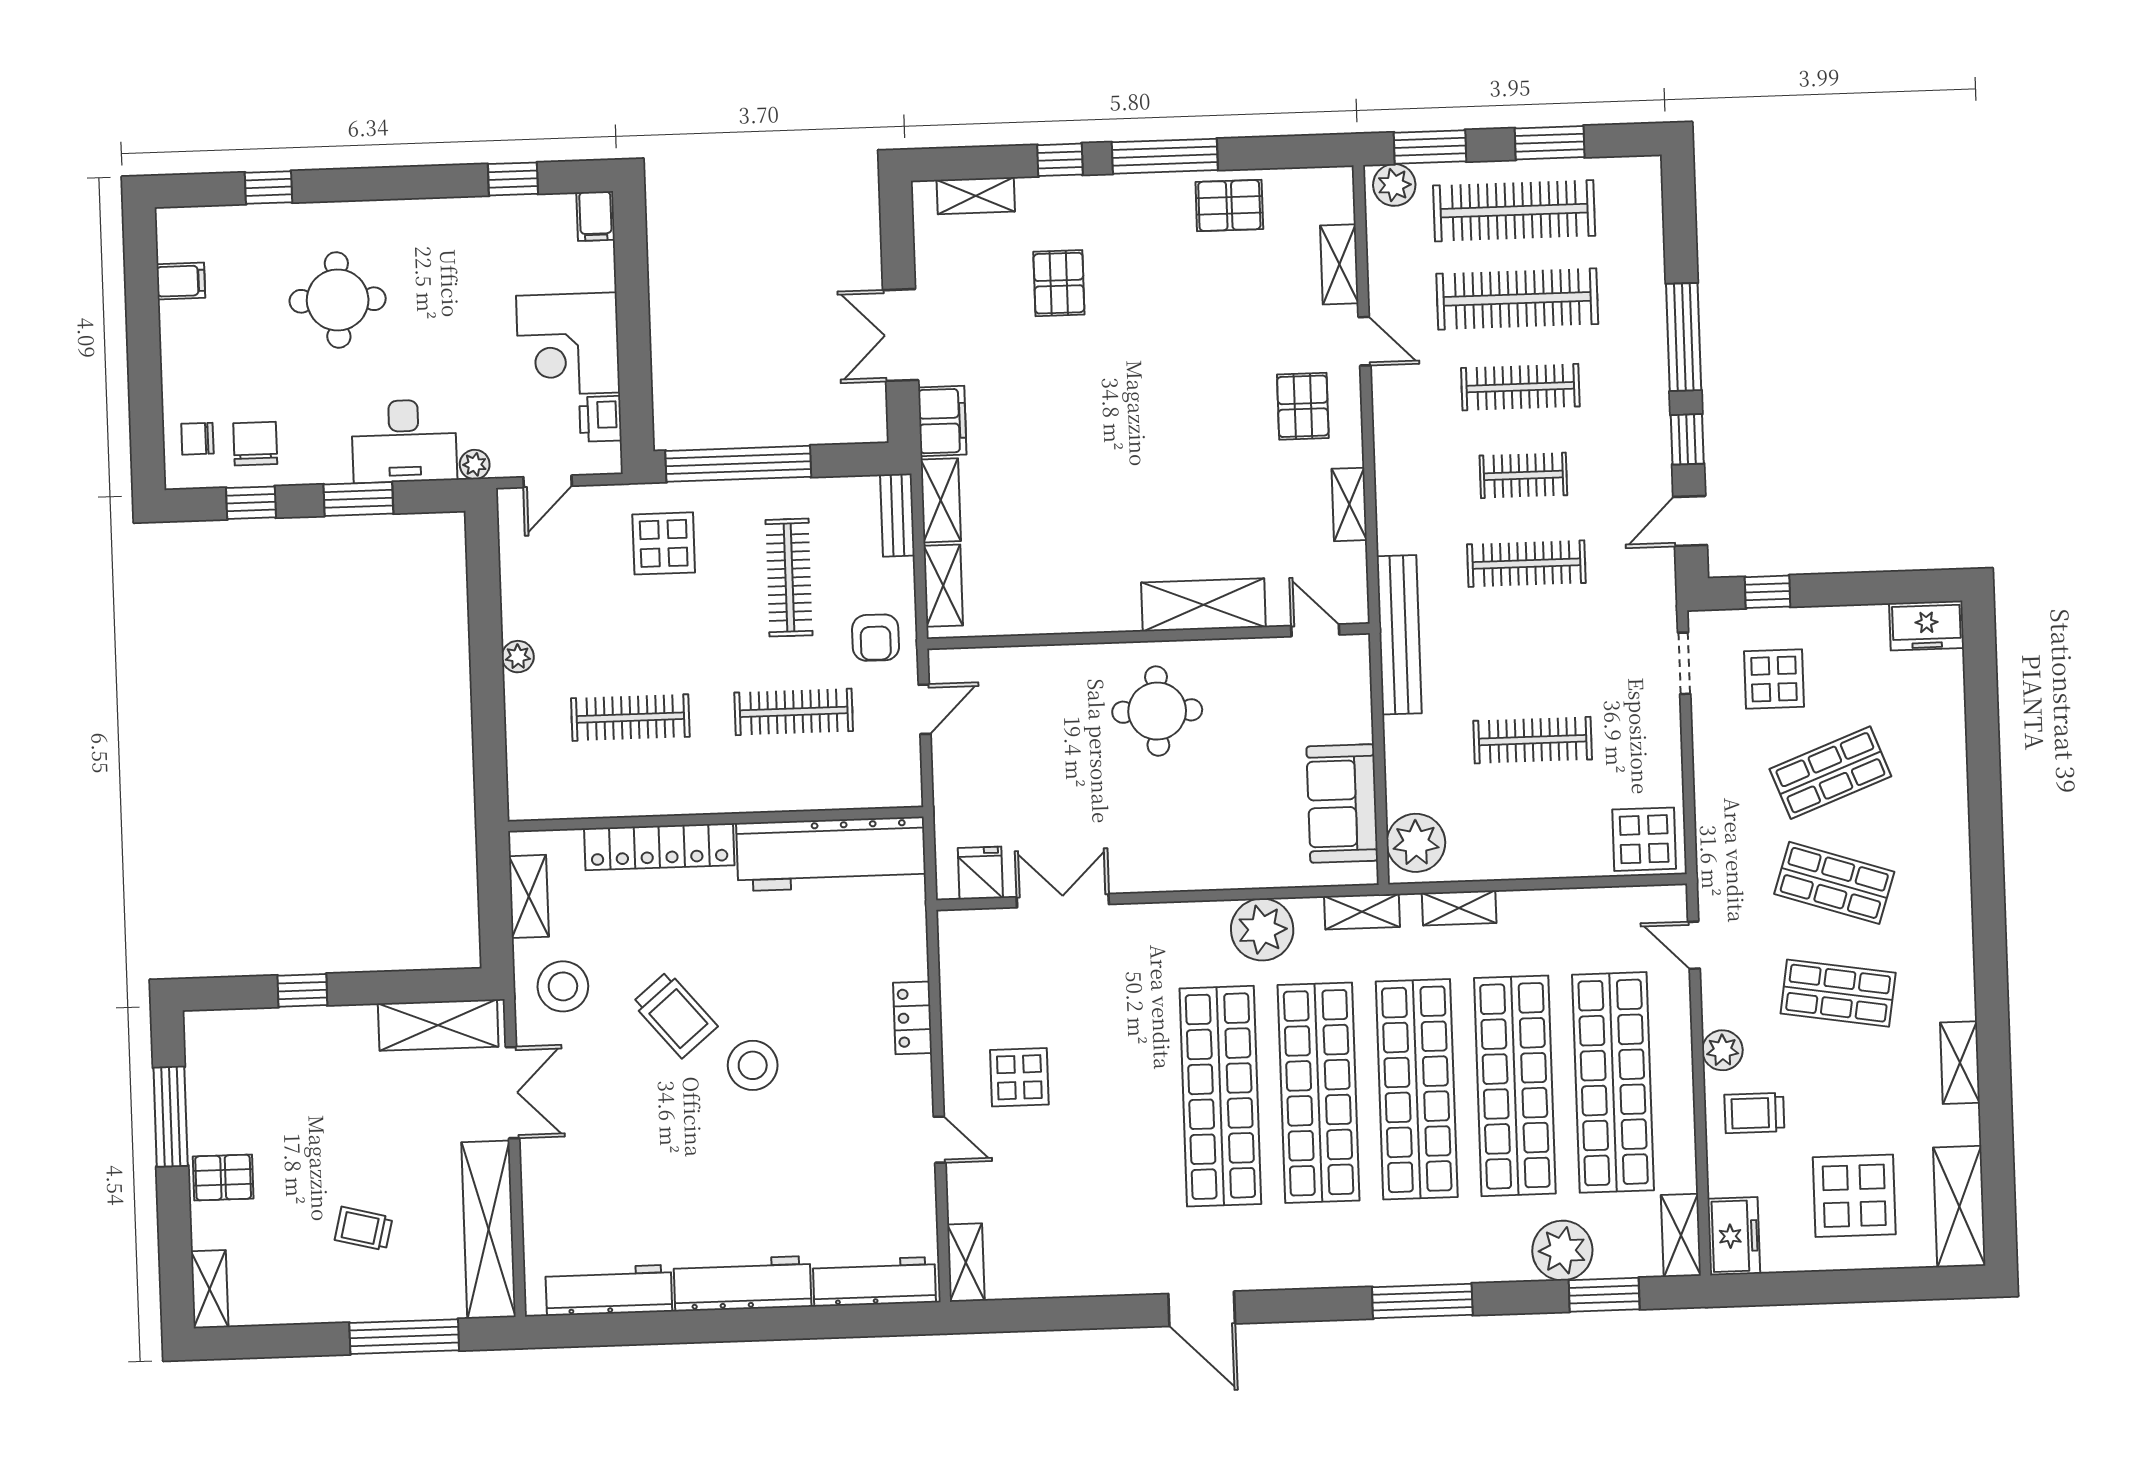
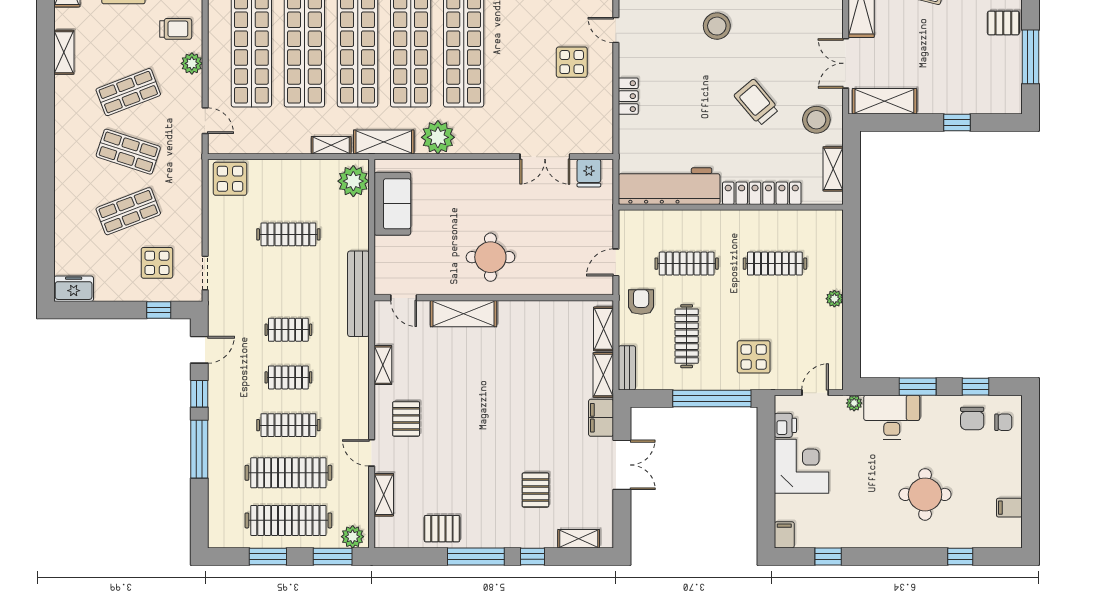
clothes rail: (1526, 564) -> (288, 330), width x0.73
shelving: (1362, 912) -> (384, 142), width x1.50, depth x1.33
shop shelf: (1838, 993) -> (128, 92), turned -30
stool: (753, 1065) -> (717, 26), moved

